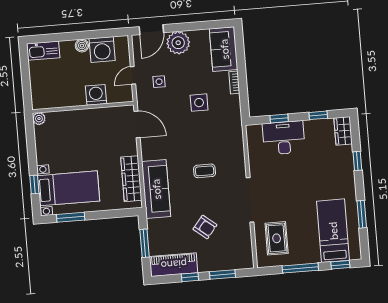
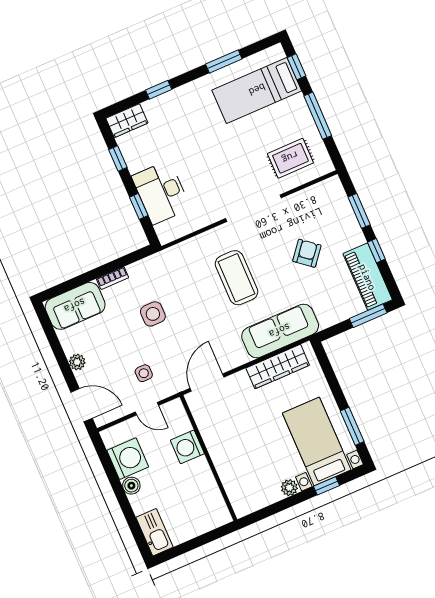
plant: (178, 43) -> (77, 362), width x0.53, depth x0.53
plant: (39, 119) -> (289, 488), moved
coffee table: (205, 171) -> (236, 278), width x1.86, depth x1.72
window: (145, 243) -> (368, 316), moved

